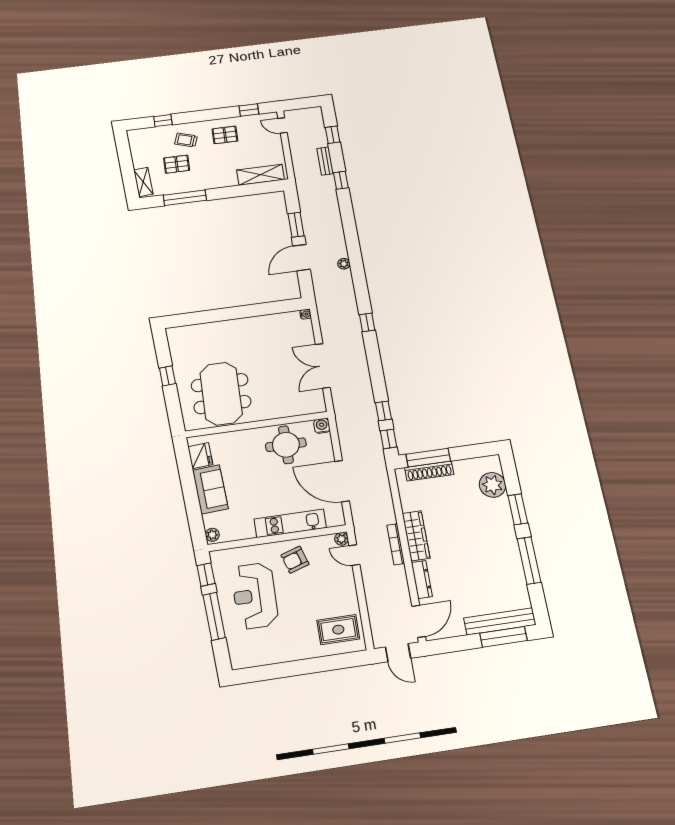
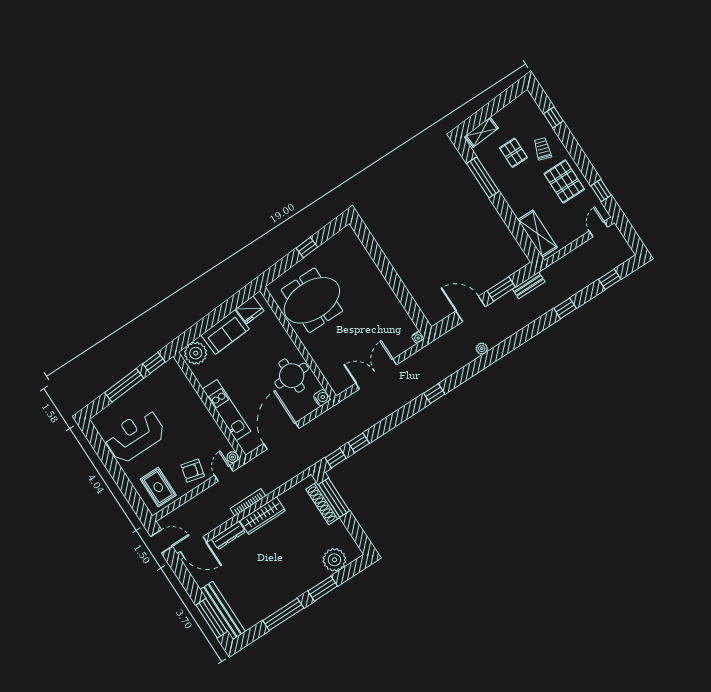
pallet: (225, 135) -> (564, 181), width x1.50, depth x1.42
bench: (325, 161) -> (529, 285), moved
plant: (212, 535) -> (196, 353), width x1.88, depth x1.88
armchair: (295, 560) -> (193, 471), moved, turned -58
reception desk: (255, 596) -> (135, 436), moved
door: (398, 653) -> (161, 541), swing flipped

